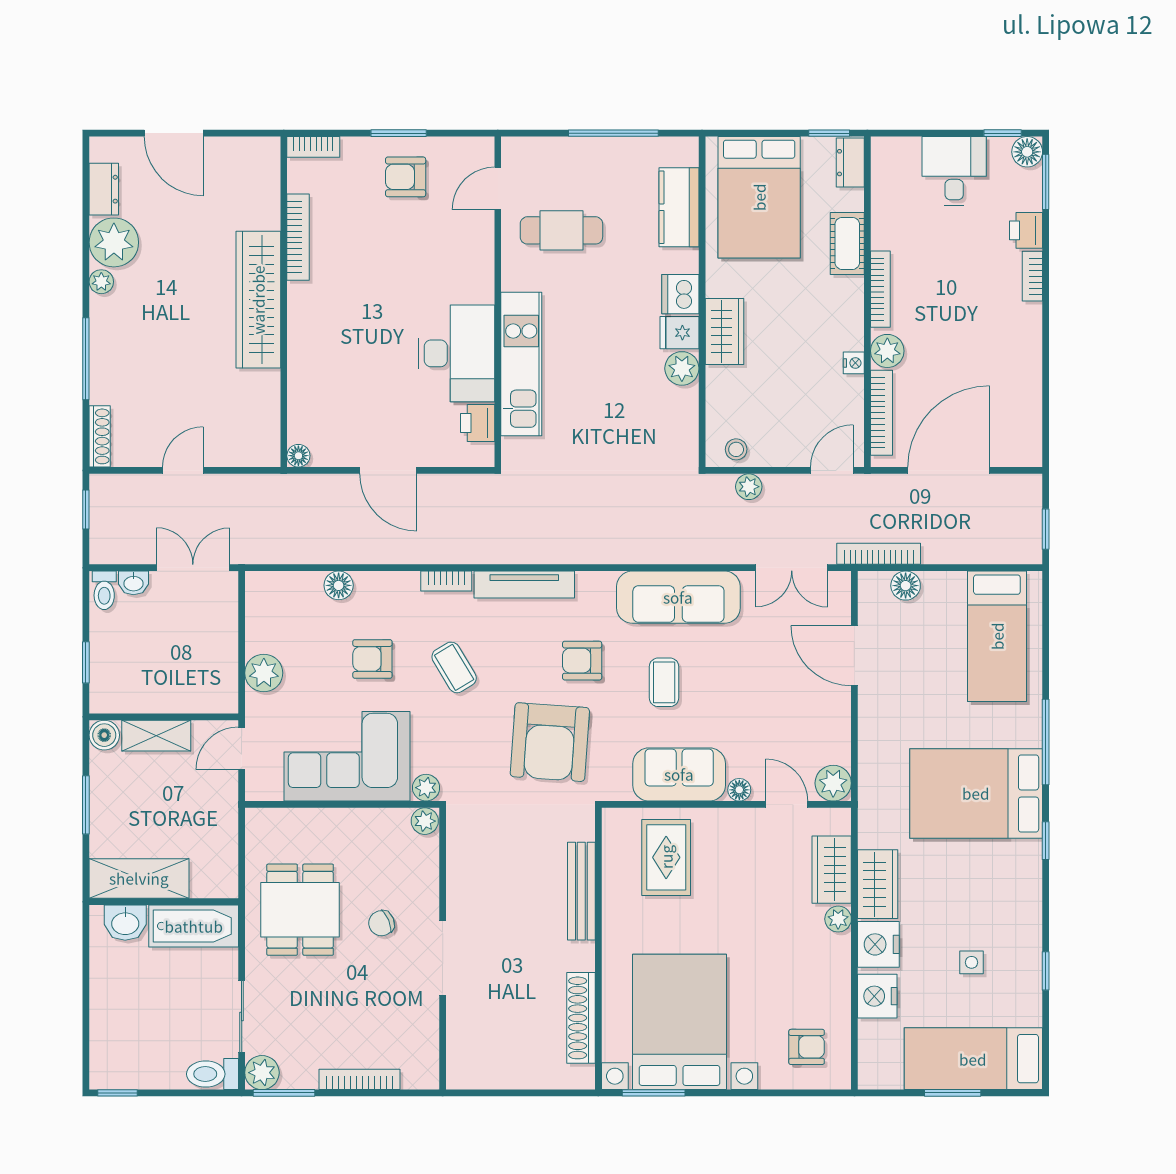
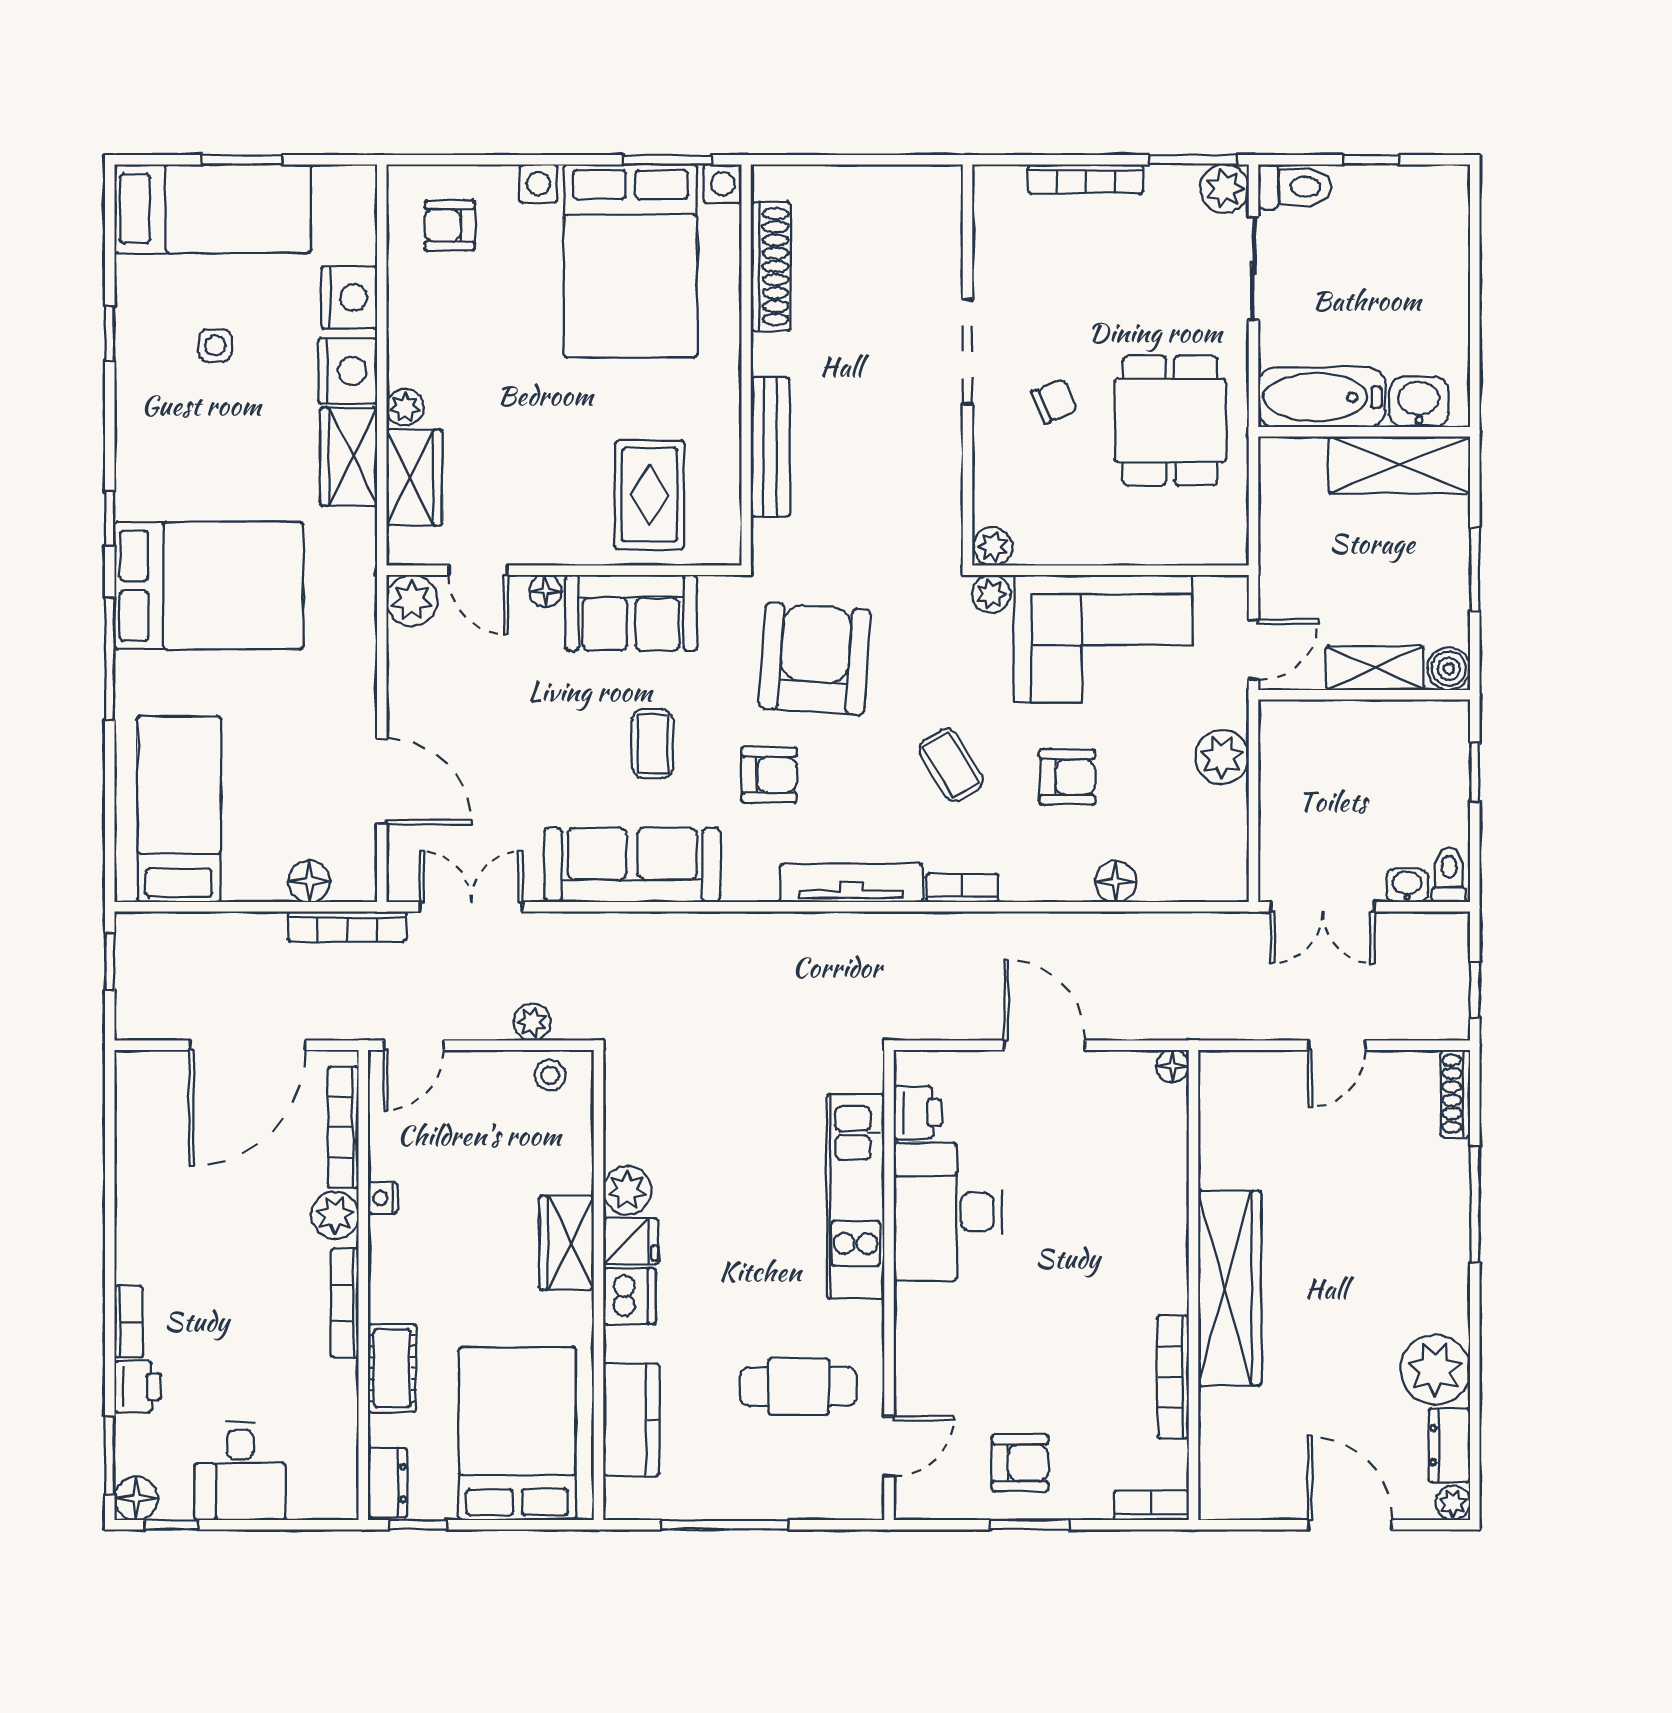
plant: (101, 282) -> (1453, 1503), moved
window: (117, 1093) -> (1371, 160), moved

